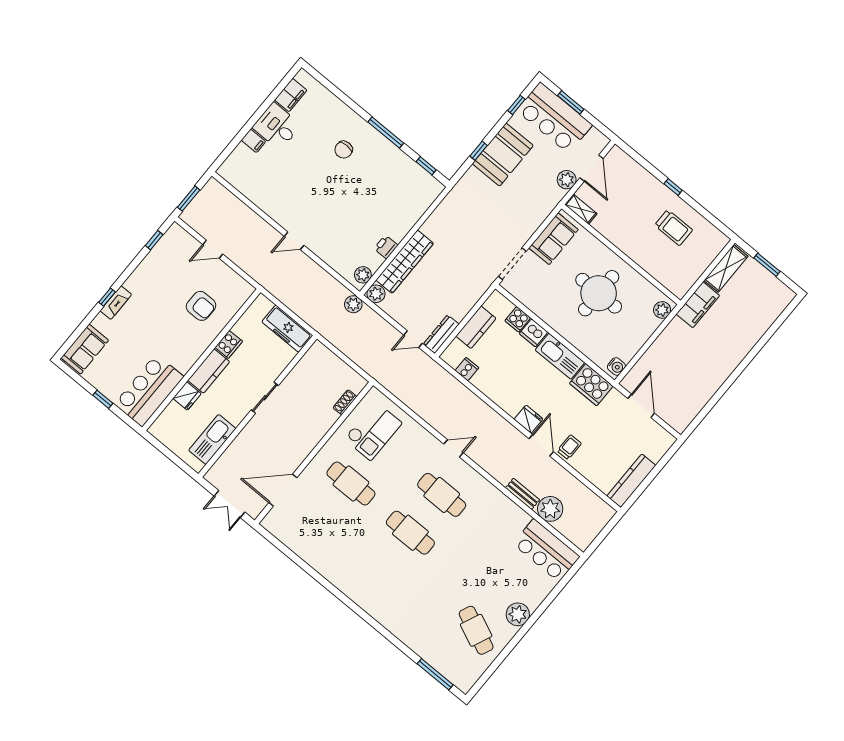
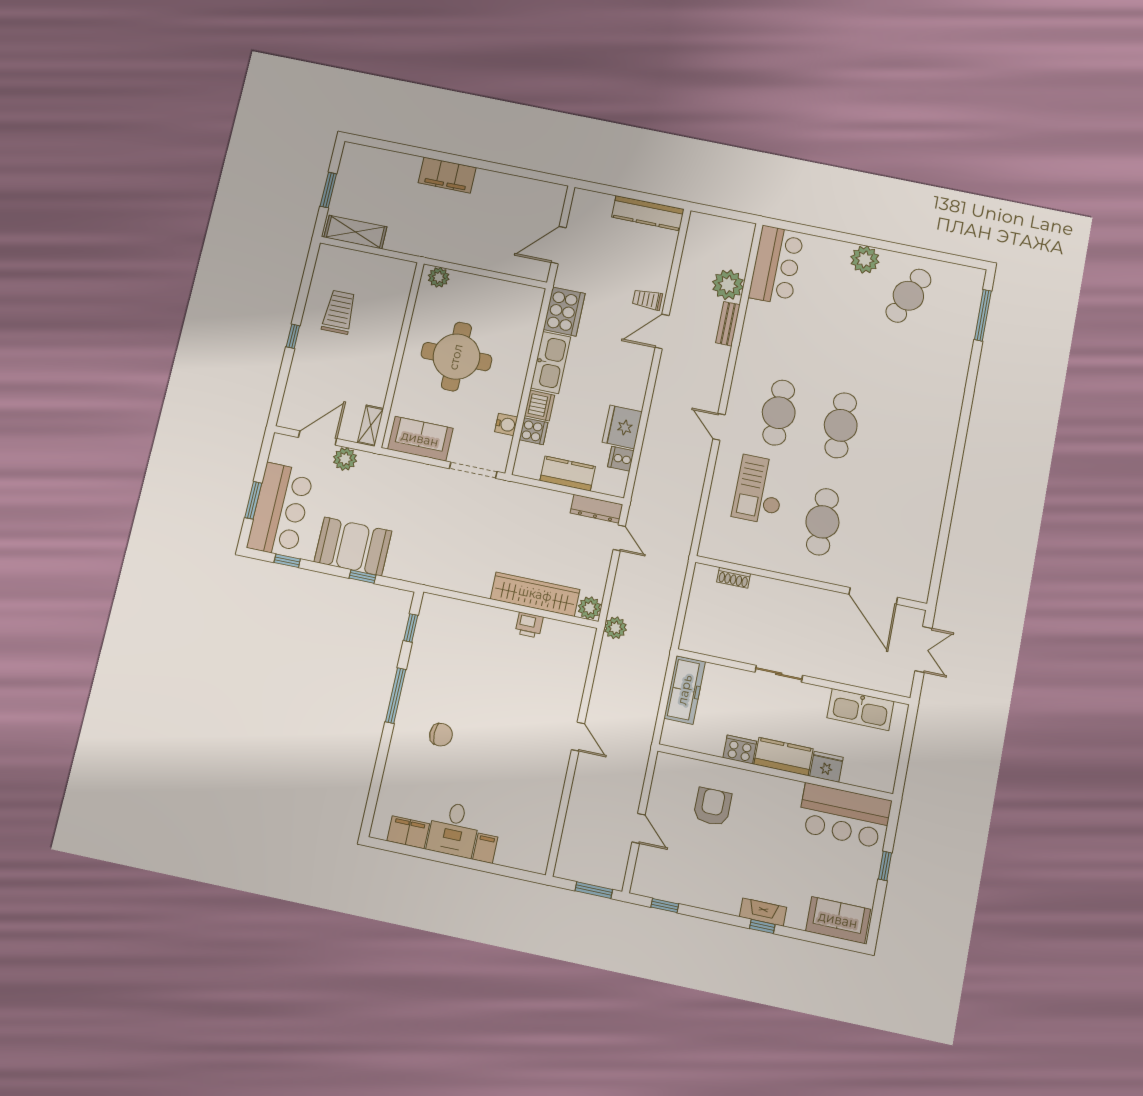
plant: (363, 275) -> (576, 635), removed
filing cabinet: (698, 305) -> (447, 175), moved, turned 180
water cooler: (616, 366) -> (506, 424), moved, turned 90
fridge: (529, 419) -> (622, 427), moved, width x1.36, depth x1.34
checkout: (373, 431) -> (759, 490), moved, turned -90

